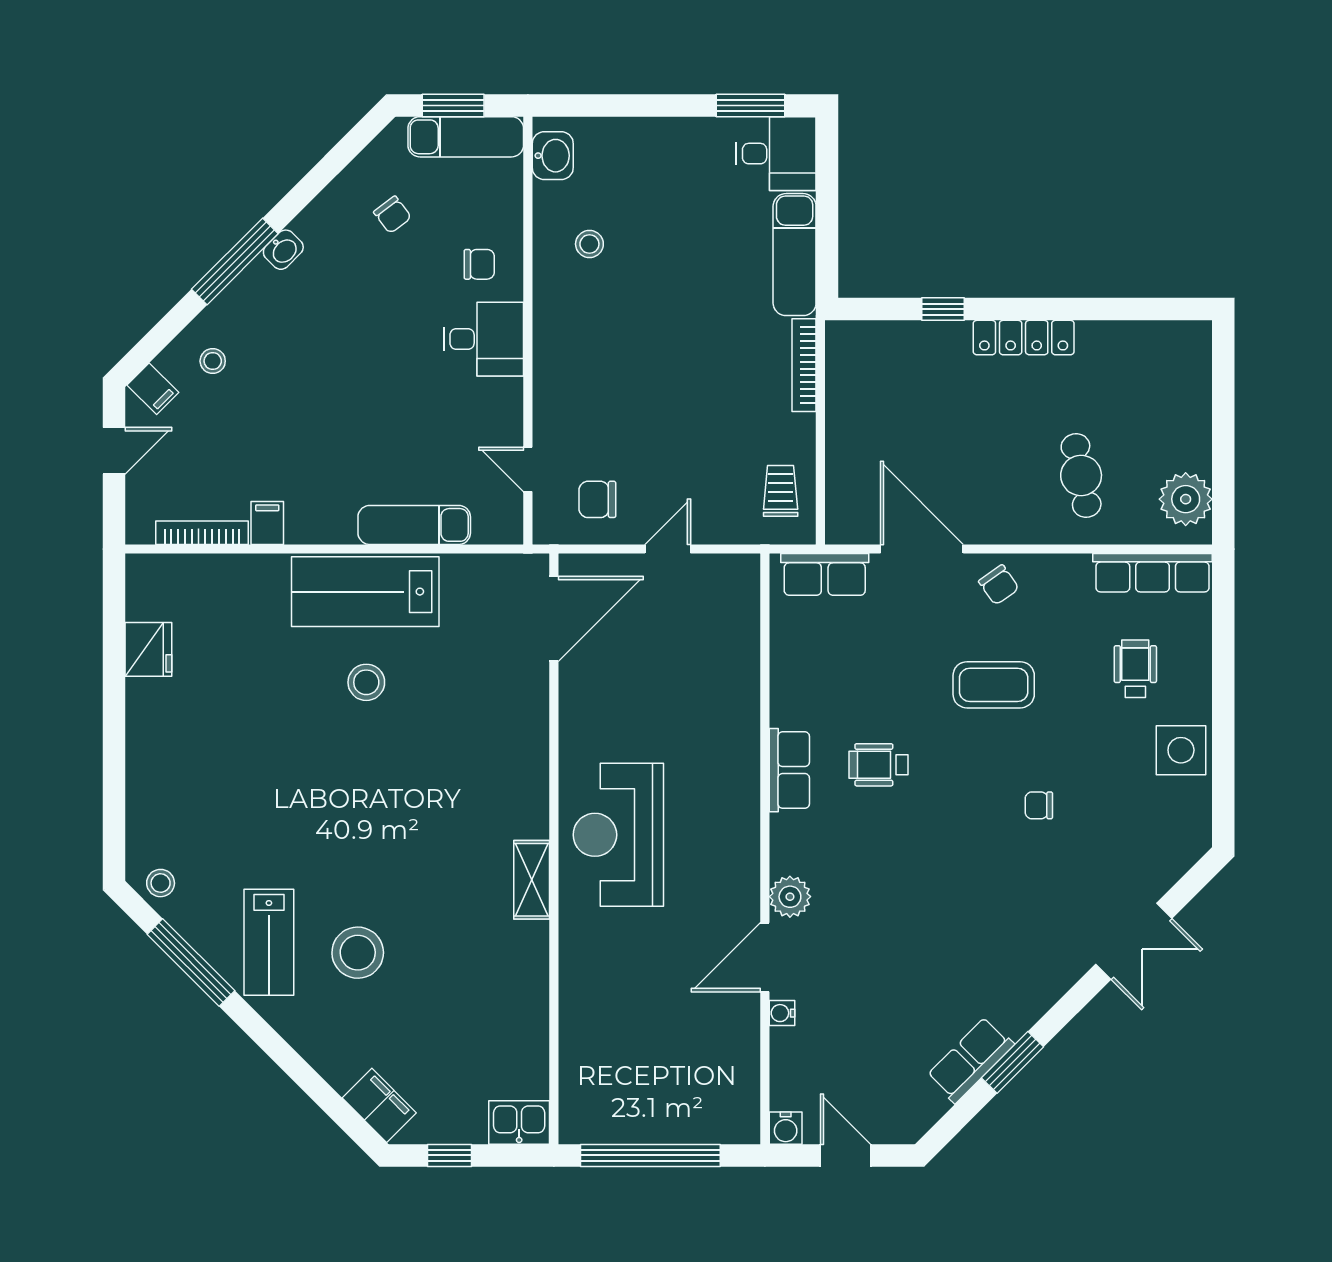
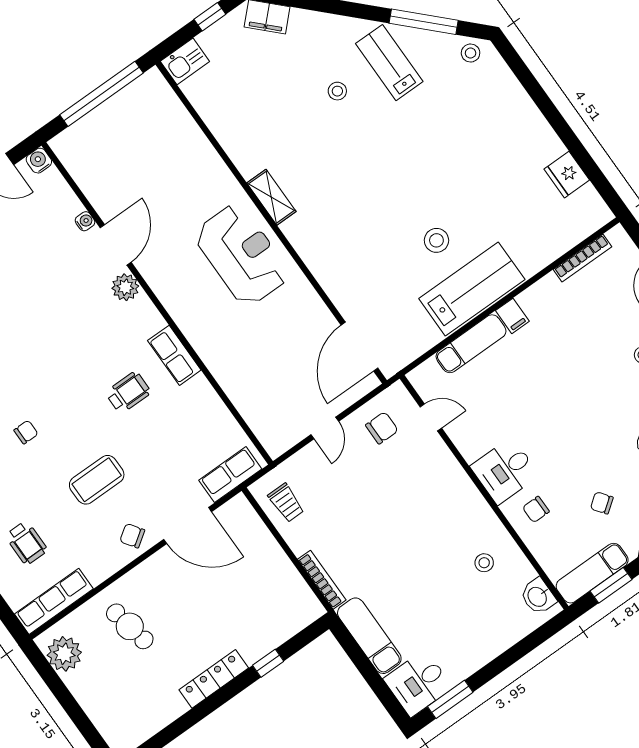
filing cabinet: (267, 523) -> (512, 316), moved
stool: (358, 953) -> (337, 91), width x0.53, depth x0.53

